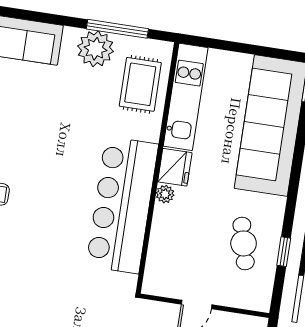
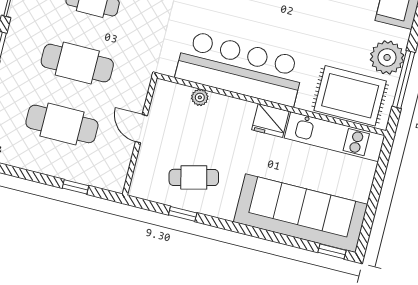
rug: (140, 84) -> (350, 96), width x1.36, depth x1.43
plant: (165, 194) -> (200, 97), moved

